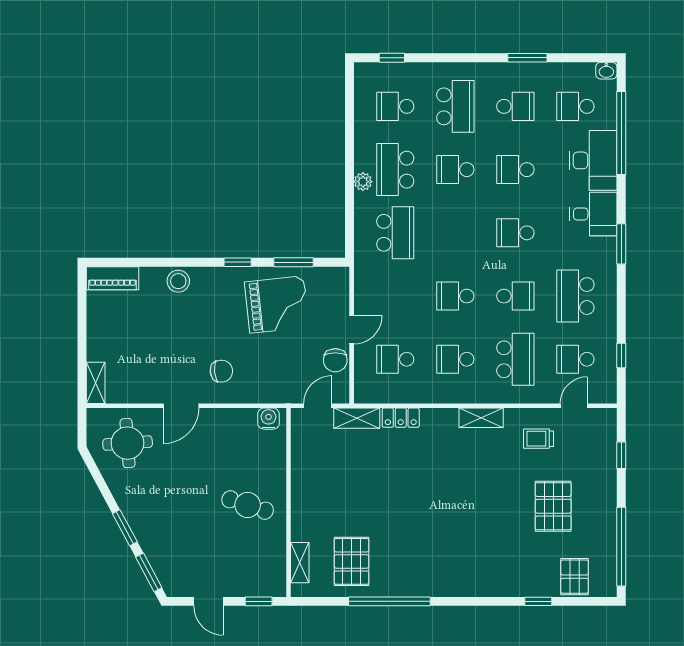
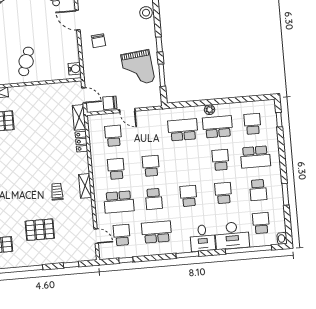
school desk: (395, 233) -> (183, 130), turned 180
trolley: (538, 439) -> (57, 192), moved

